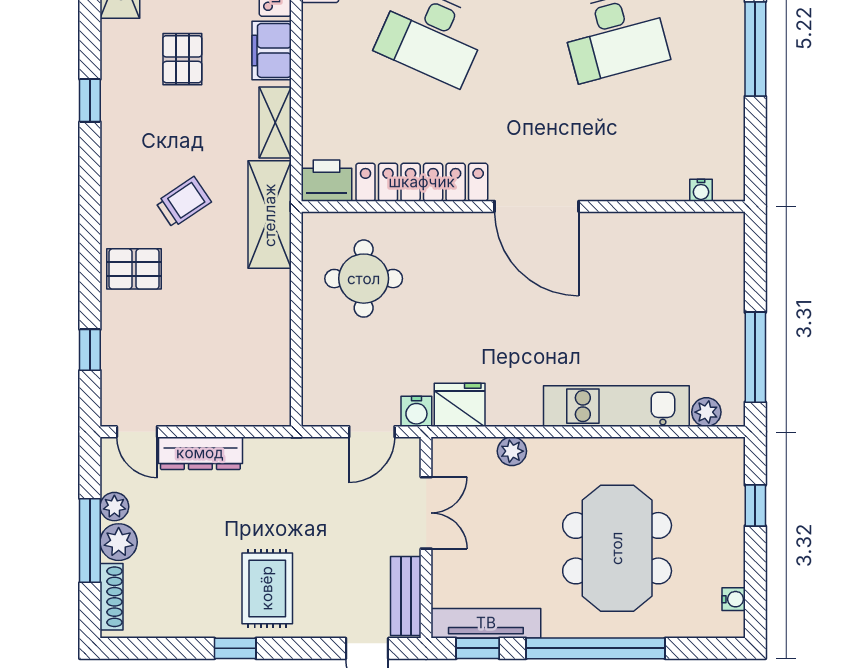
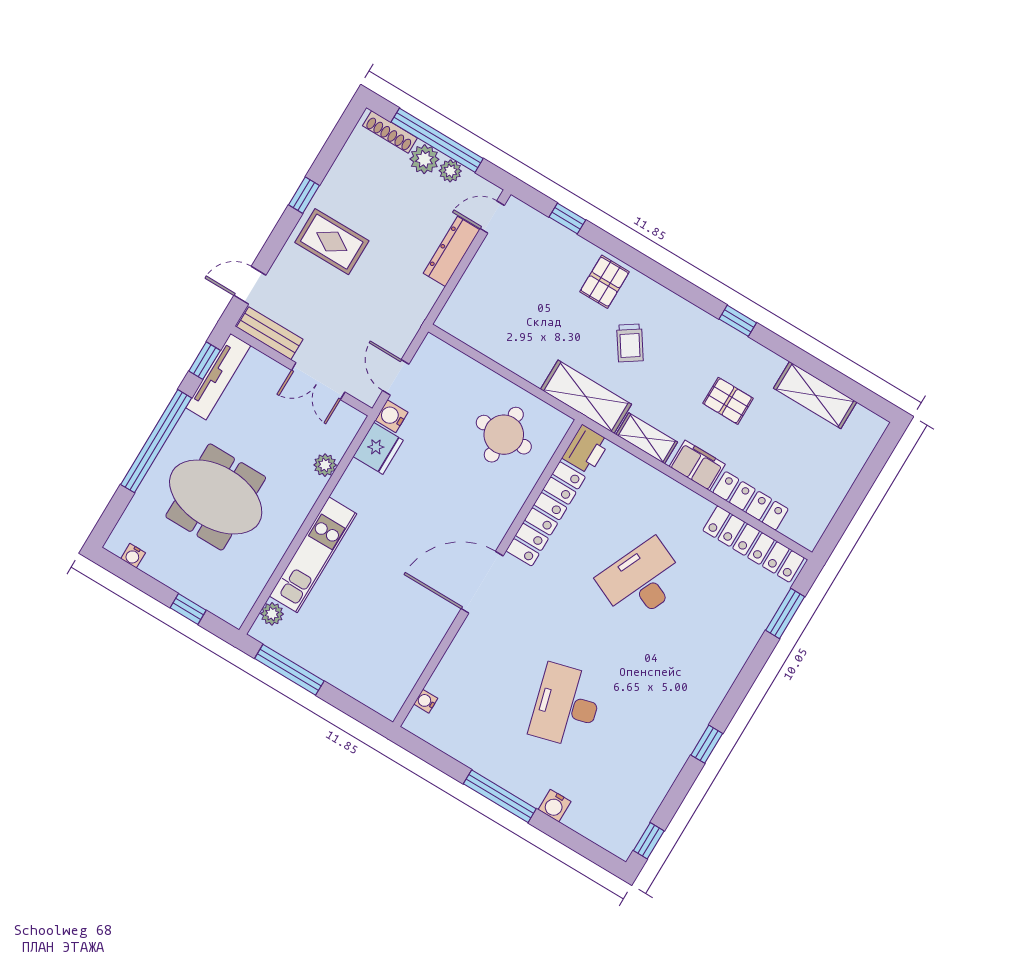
window: (90, 541) -> (437, 140), width x1.46

